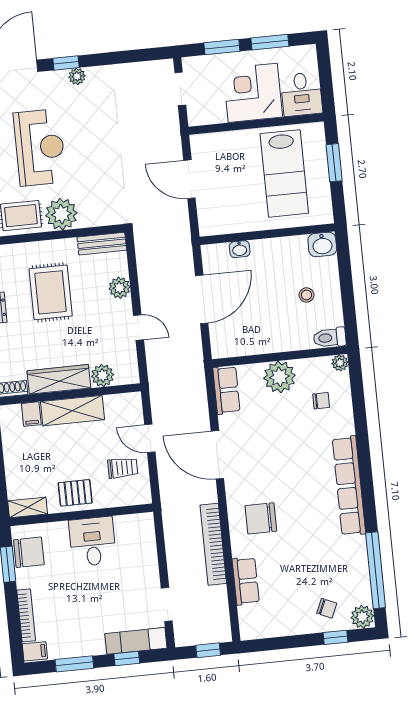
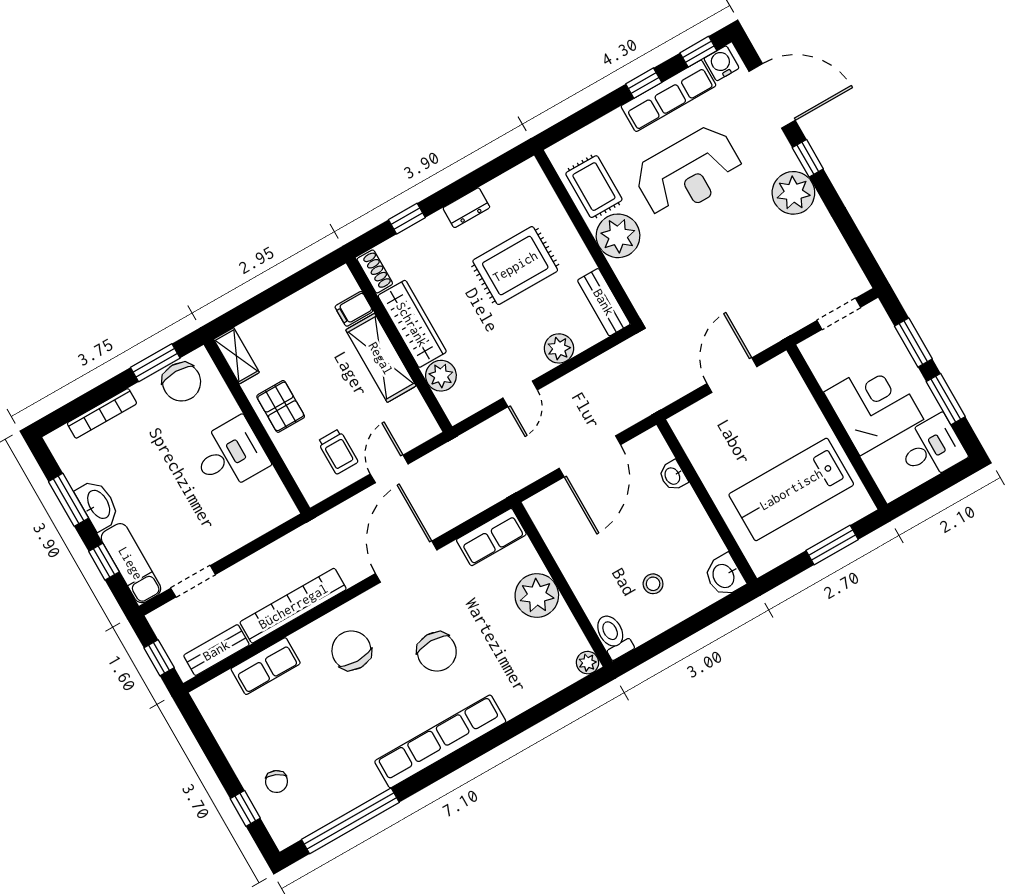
plant: (77, 76) -> (793, 193), width x1.88, depth x1.88
desk: (301, 94) -> (931, 448), moved, turned 180
door: (202, 299) -> (590, 456), hinge flipped
chair: (321, 401) -> (437, 652), moved, width x1.87, depth x1.87
bench: (220, 609) -> (216, 650), added
plant: (362, 617) -> (286, 830), removed
washbasin: (87, 646) -> (98, 505), added
filing cabinet: (35, 651) -> (62, 444), removed

